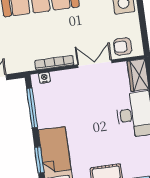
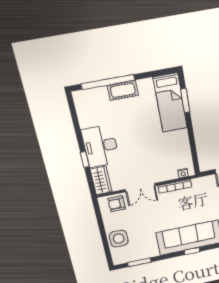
armchair: (123, 46) -> (117, 204), turned 180
window: (32, 108) -> (193, 147), removed

